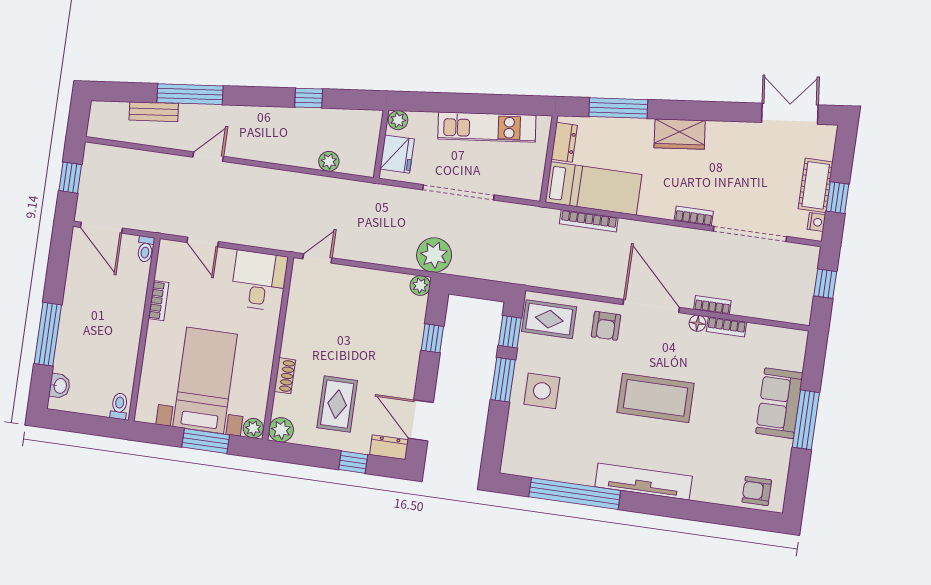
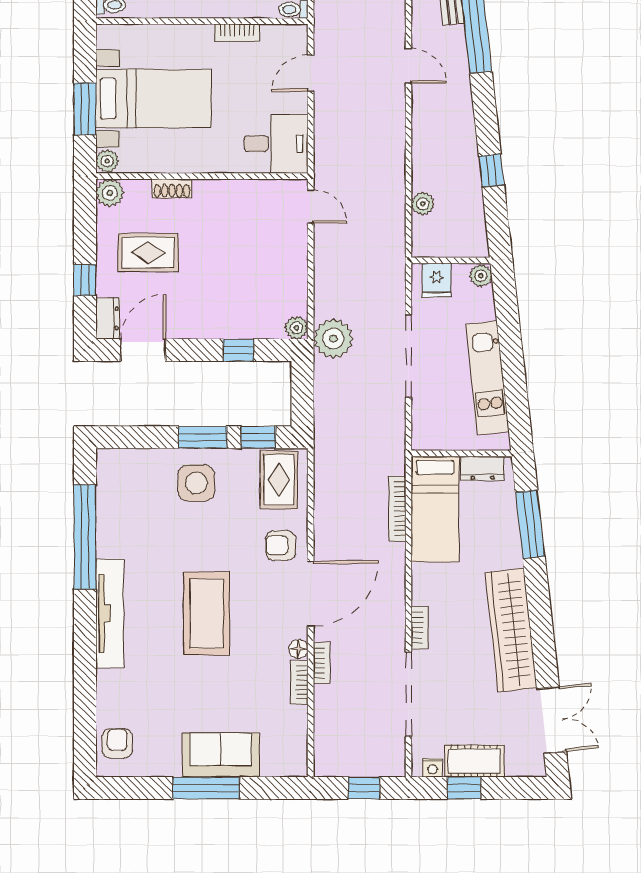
wardrobe: (680, 134) -> (511, 630), width x2.10, depth x1.17
fridge: (397, 154) -> (437, 280), width x0.72

